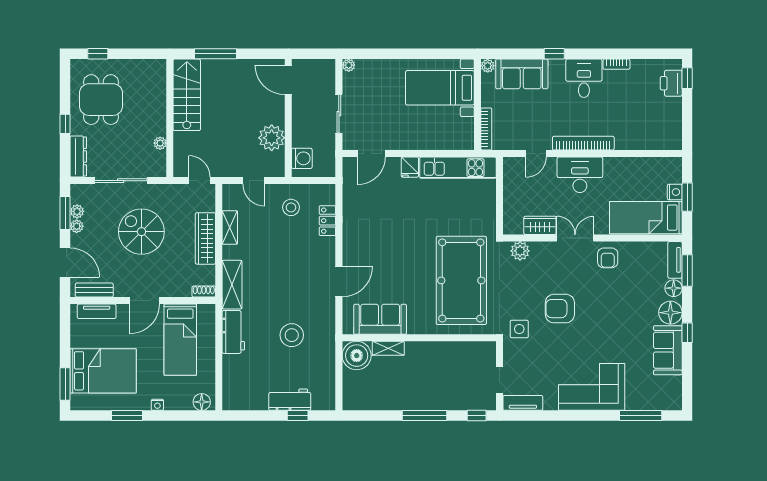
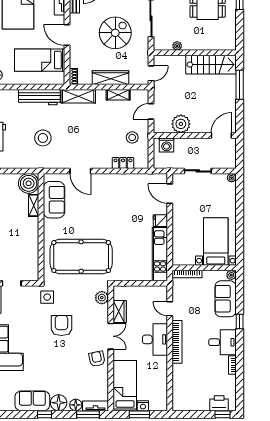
armchair: (608, 258) -> (97, 359), turned 78
workbench: (233, 332) -> (39, 97), width x1.38

